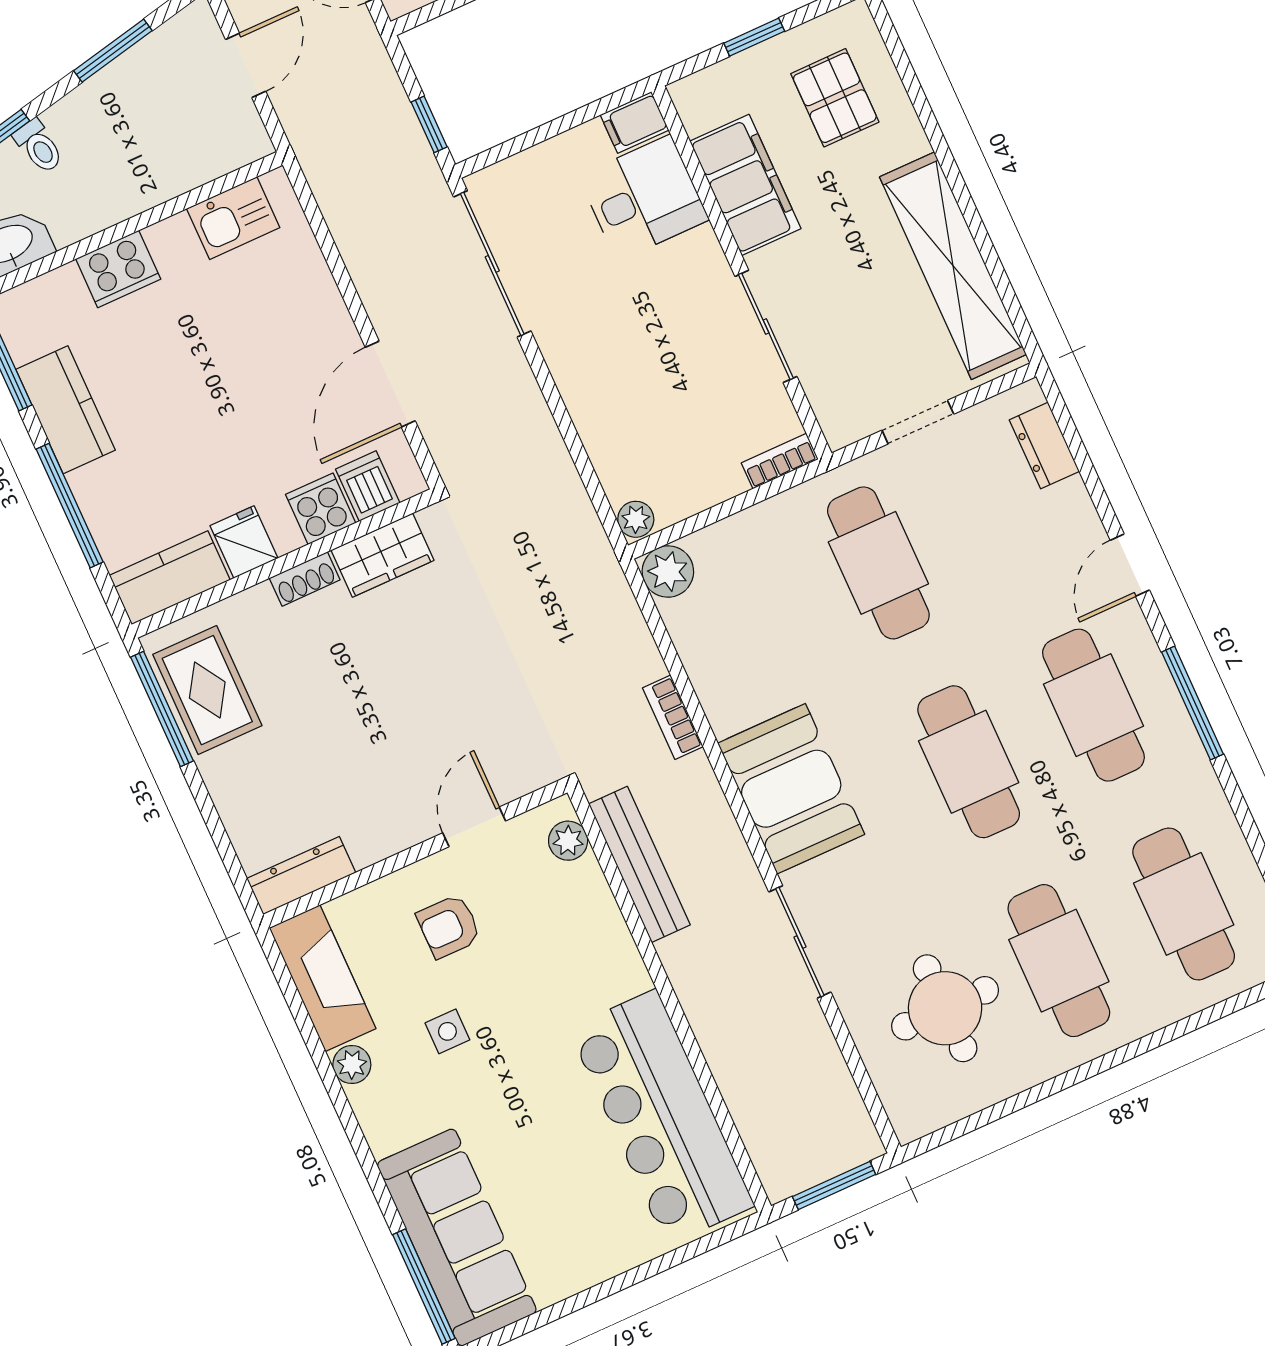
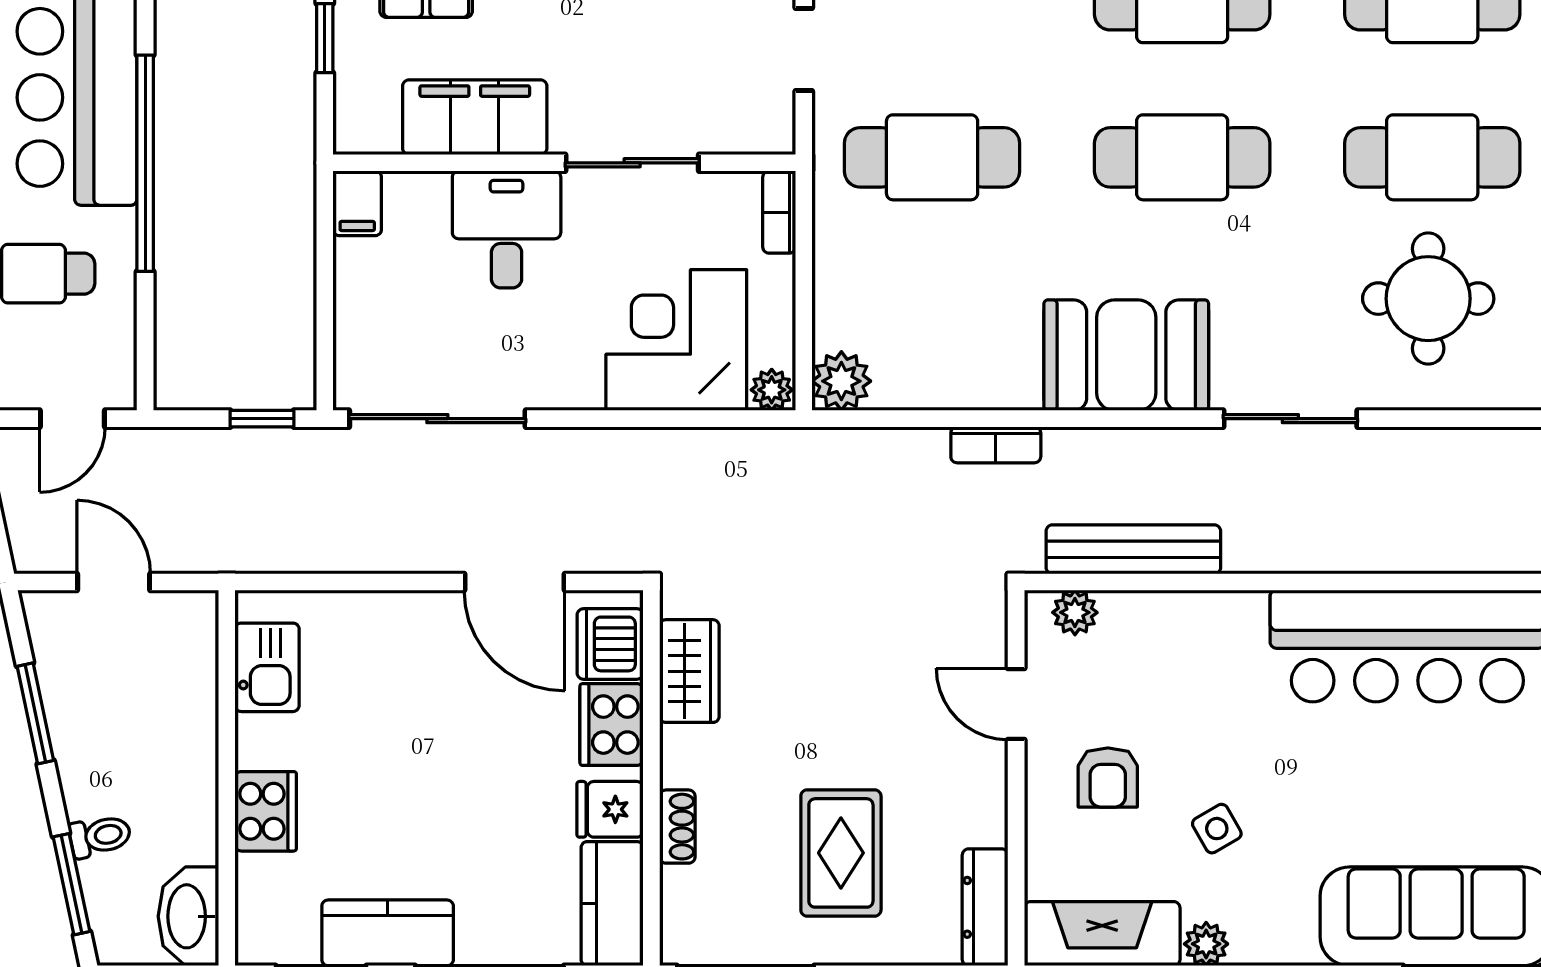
desk: (644, 198) -> (507, 229), moved
corner desk: (641, 426) -> (676, 340), added
dishwasher: (368, 486) -> (610, 644), width x1.38
cooker: (321, 509) -> (612, 725), width x1.36
shoe rack: (305, 579) -> (677, 827), moved
rug: (207, 690) -> (841, 853), moved, turned 90
side table: (447, 1031) -> (1217, 829), turned -30

